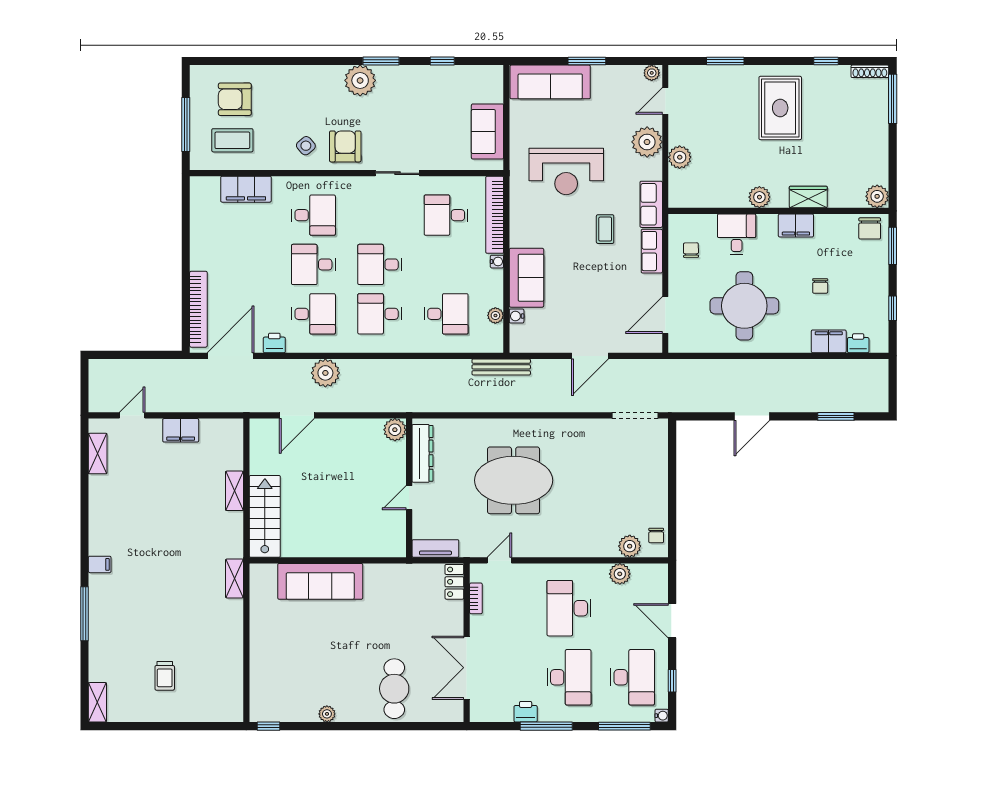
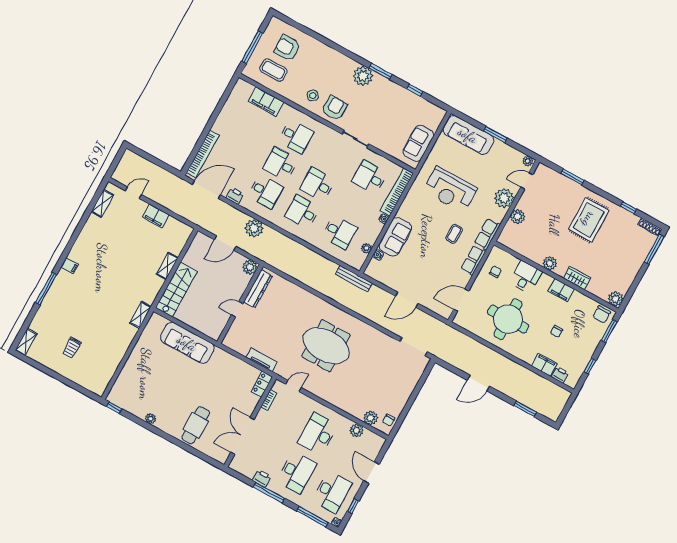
plant: (395, 430) -> (250, 267), moved
dresser: (422, 453) -> (258, 289), moved
wall: (409, 488) -> (240, 304), moved
door: (409, 498) -> (237, 309), moved

